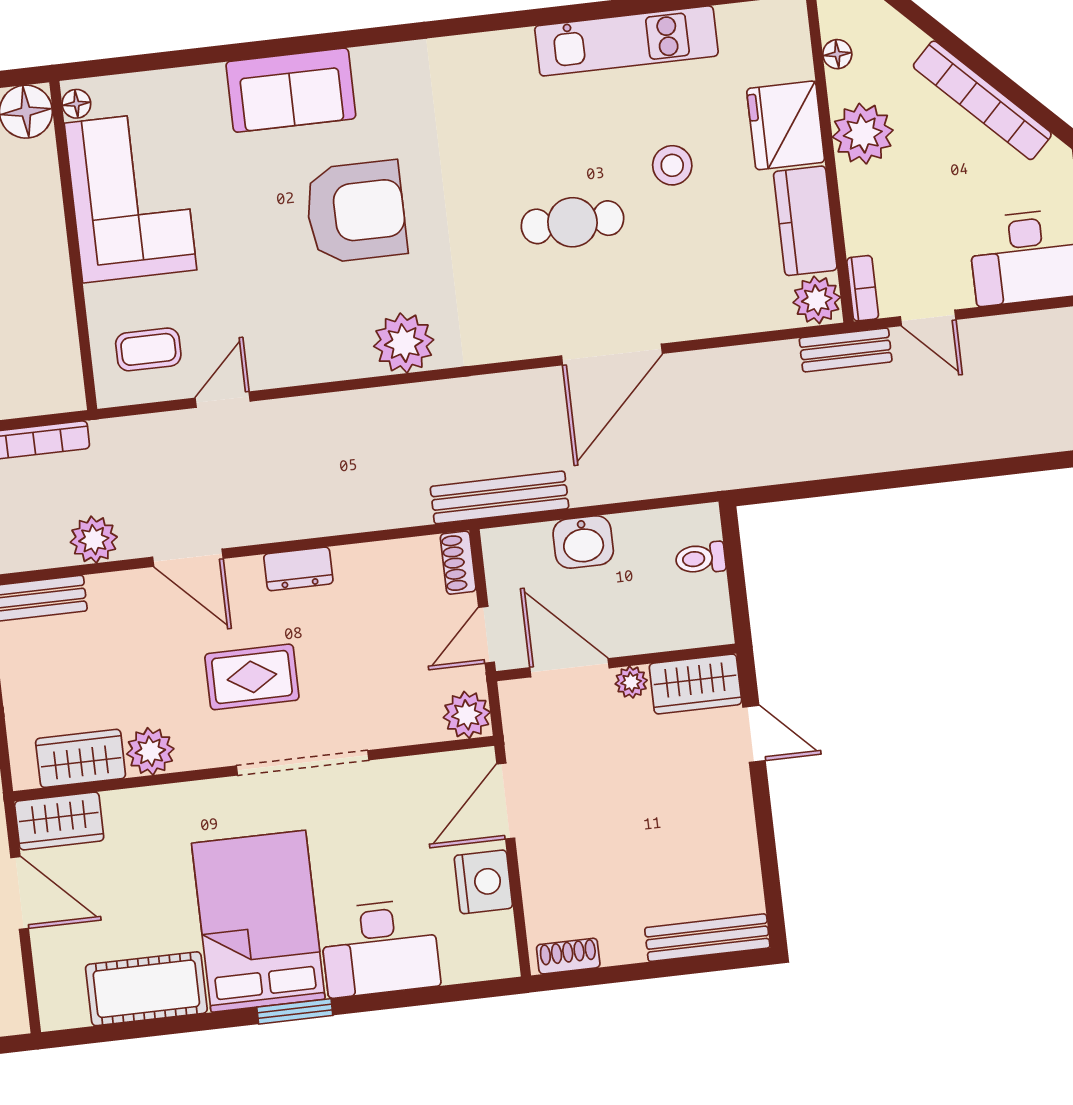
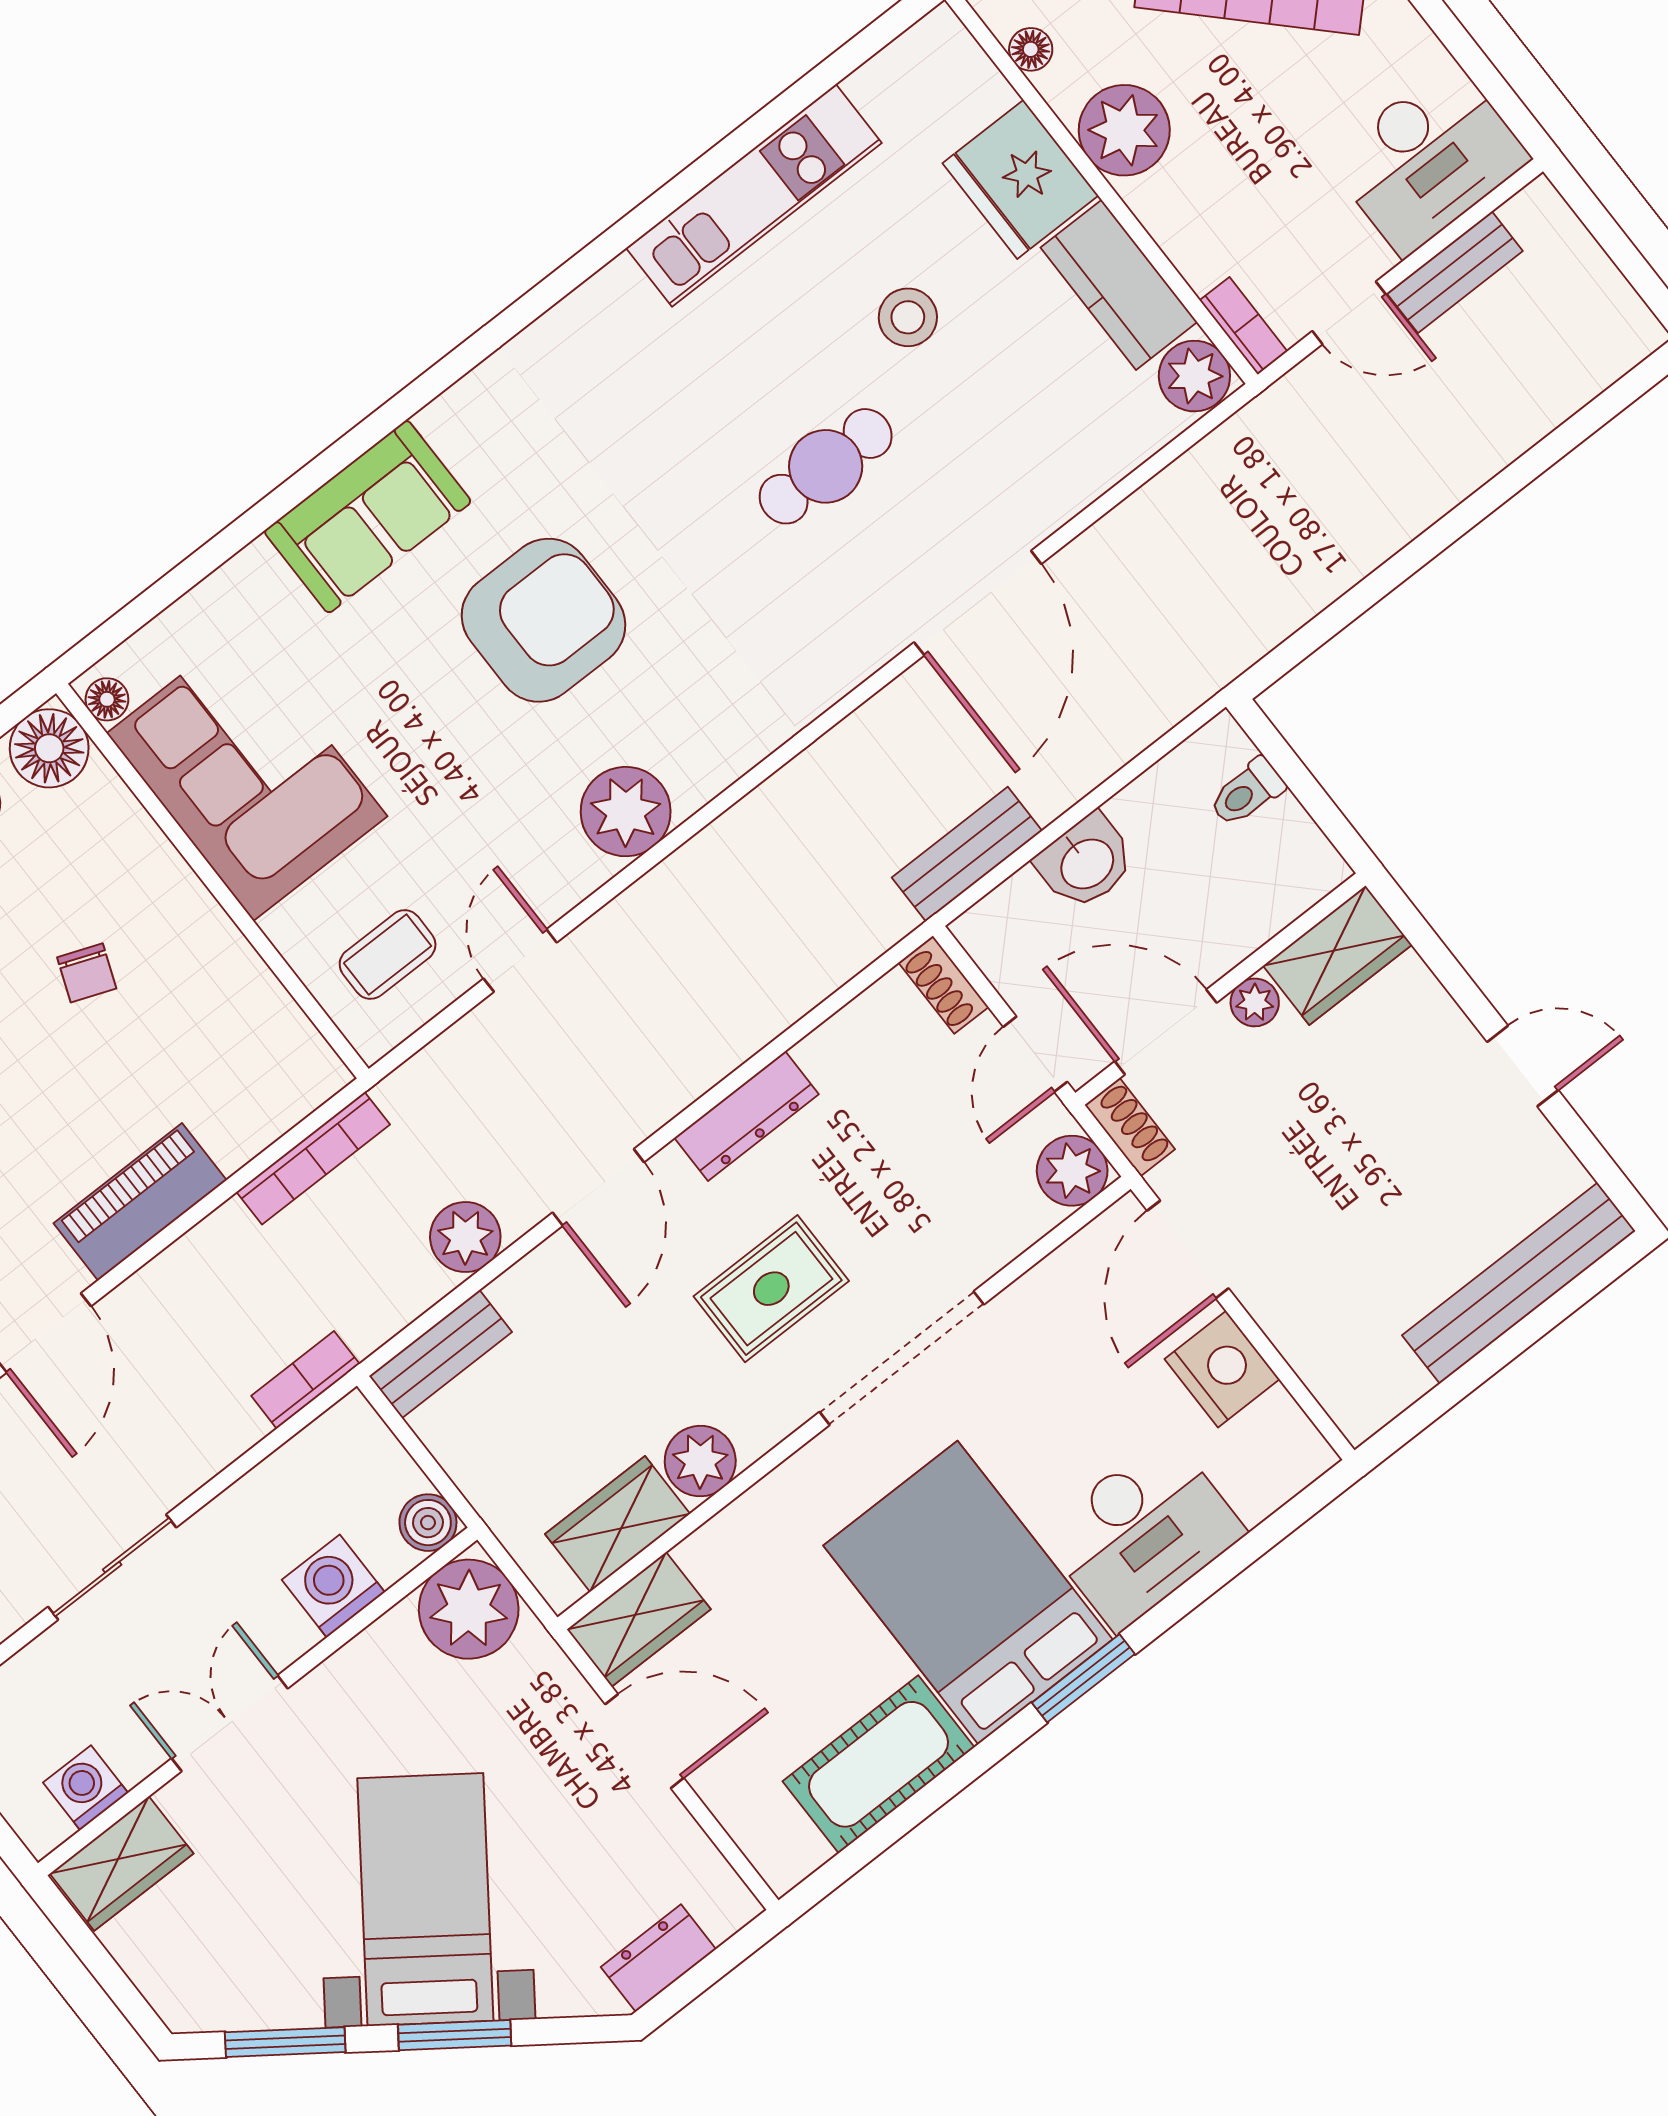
plant: (404, 343) -> (626, 812), moved
bench: (846, 350) -> (1455, 272), moved
bench: (500, 497) -> (967, 854), width x0.73
door: (188, 558) -> (598, 1187), hinge flipped
dresser: (298, 569) -> (747, 1116), width x1.44
door: (754, 734) -> (1523, 1066), moved
bench: (707, 938) -> (1519, 1283), width x1.37, depth x1.21
shoe rack: (568, 956) -> (1130, 1127), moved, turned 90

